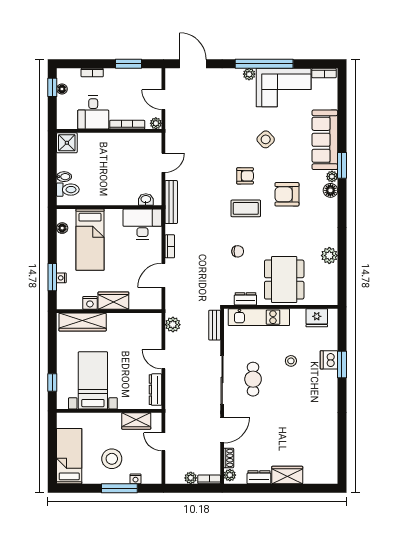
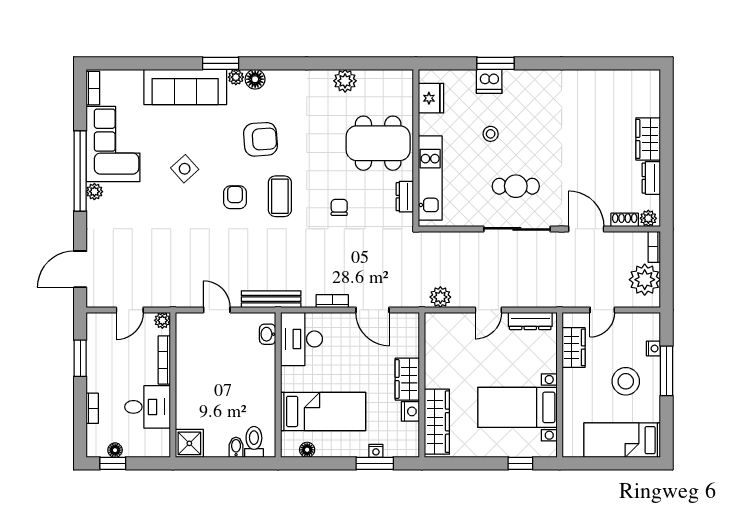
armchair: (287, 194) -> (260, 139), turned -94
bench: (215, 325) -> (441, 239), removed
plant: (191, 478) -> (645, 280), width x1.88, depth x1.88

